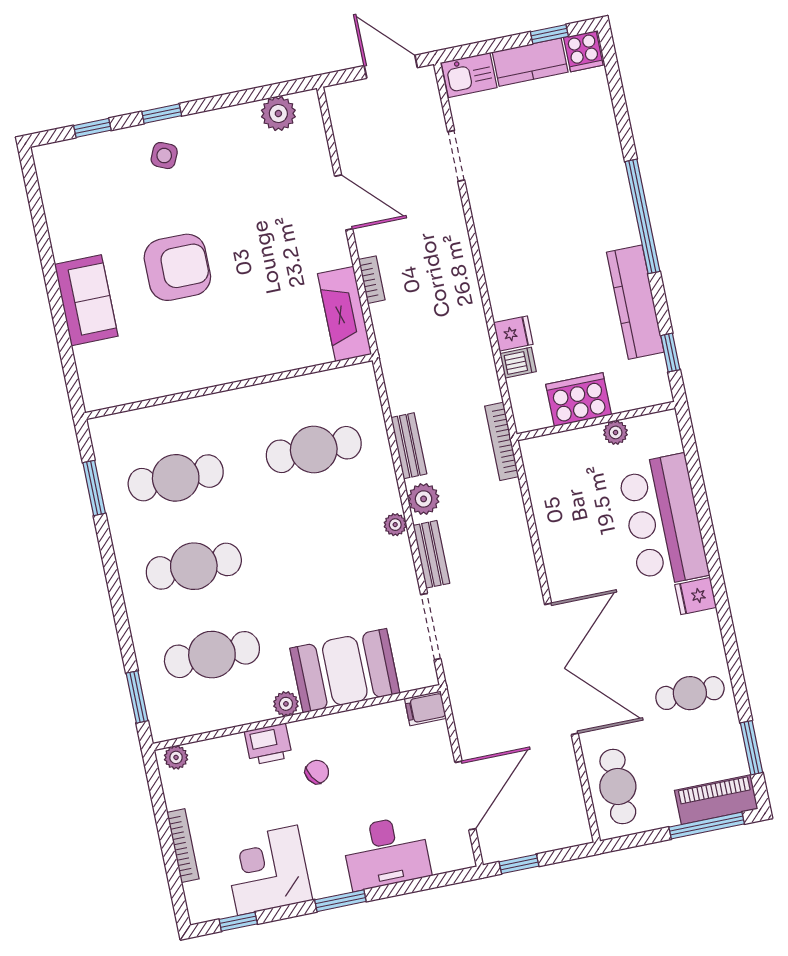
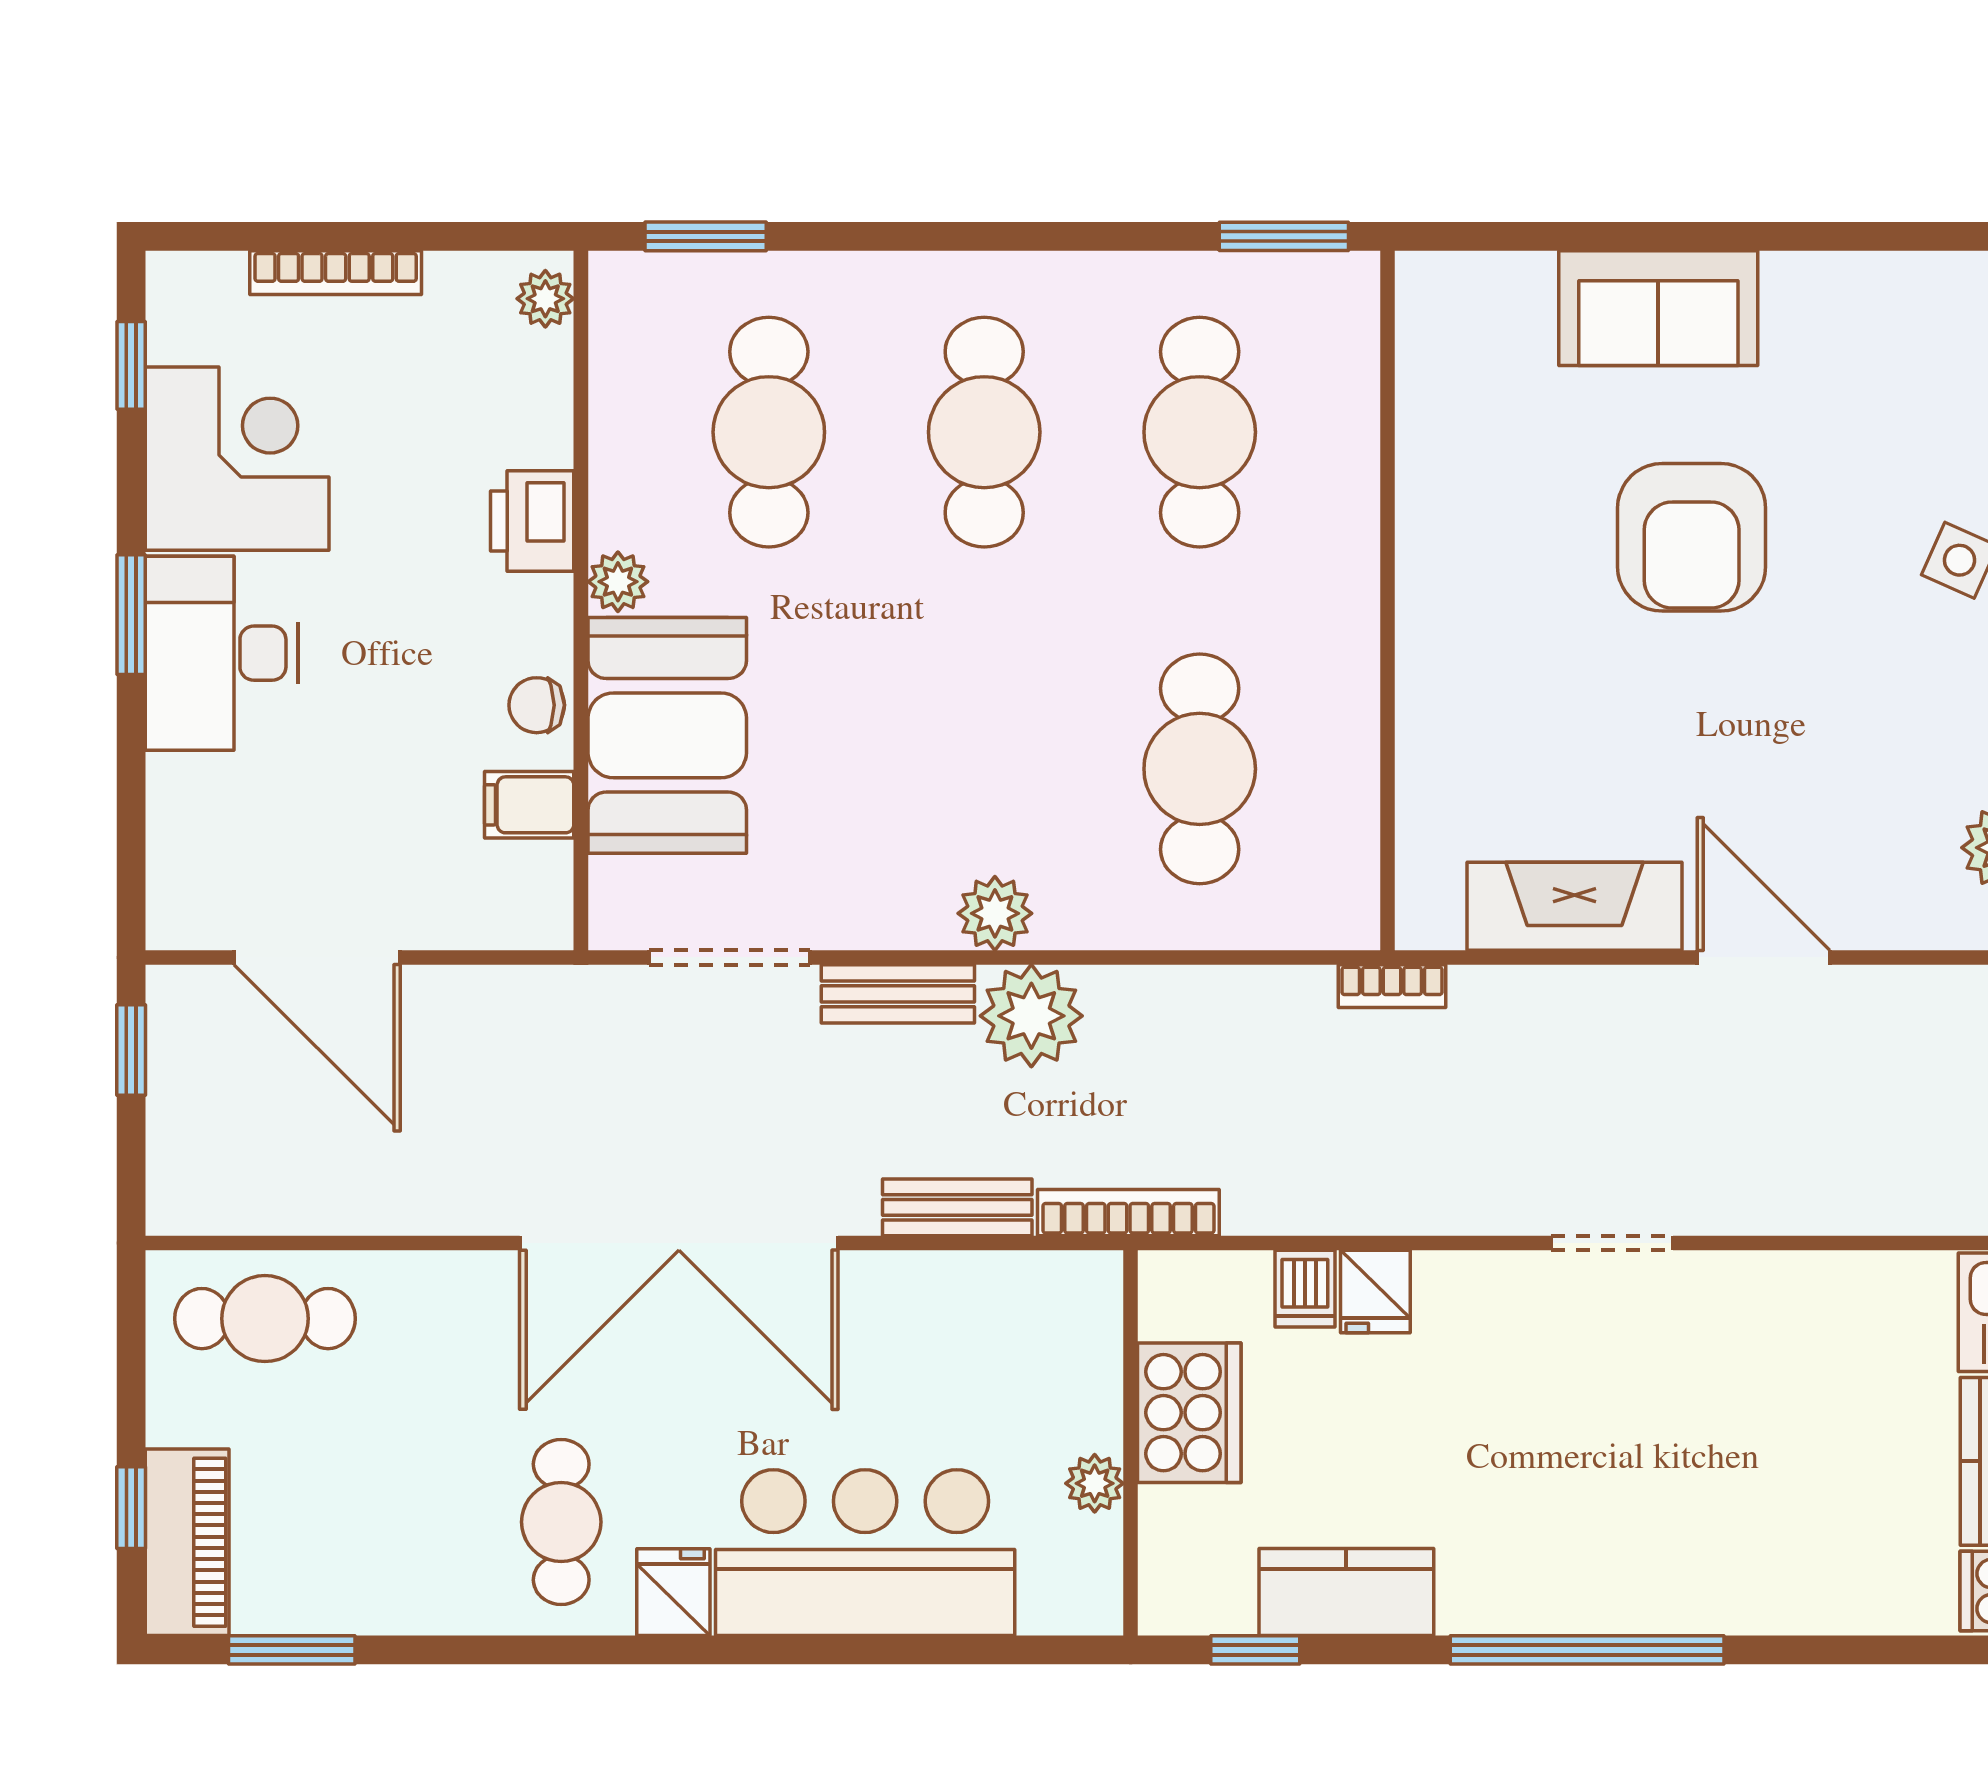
doorway: (456, 156) -> (1612, 1243), moved
door: (344, 202) -> (1763, 957), swing flipped
bookcase: (372, 280) -> (1392, 986), moved
kitchen counter: (635, 302) -> (1346, 1592), width x0.67
fireplace: (345, 314) -> (1575, 906), moved
bench: (409, 446) -> (957, 1207), moved
window: (94, 488) -> (1284, 236), moved
plant: (424, 499) -> (1031, 1016), width x1.36, depth x1.36
plant: (395, 525) -> (995, 913), width x1.38, depth x1.38
double door: (561, 669) -> (679, 1243), moved
cafe table: (690, 693) -> (561, 1522), moved
filing cabinet: (425, 708) -> (529, 805), moved, turned -90
chair: (317, 772) -> (537, 705), moved, turned 121
window: (707, 826) -> (131, 1508), width x0.46
desk: (386, 853) -> (222, 653), moved

